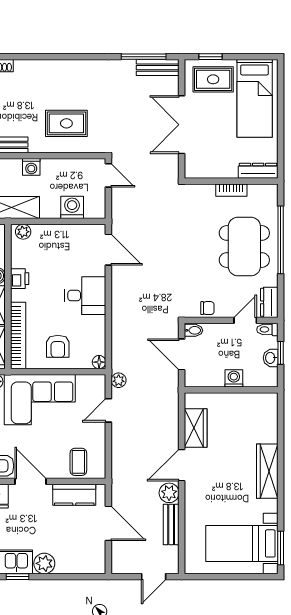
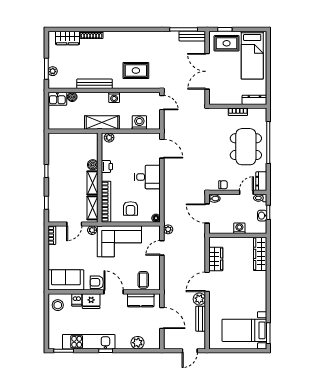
wardrobe: (267, 471) -> (260, 254), moved
plant: (44, 563) -> (138, 343), moved

